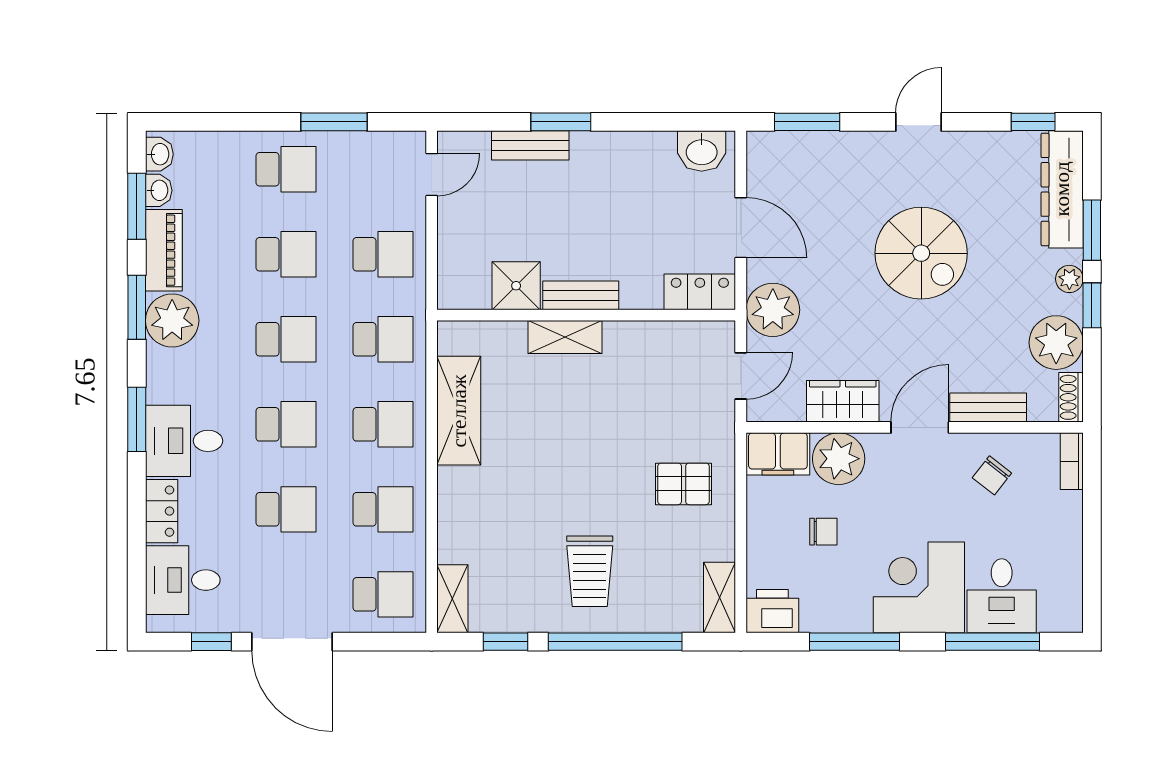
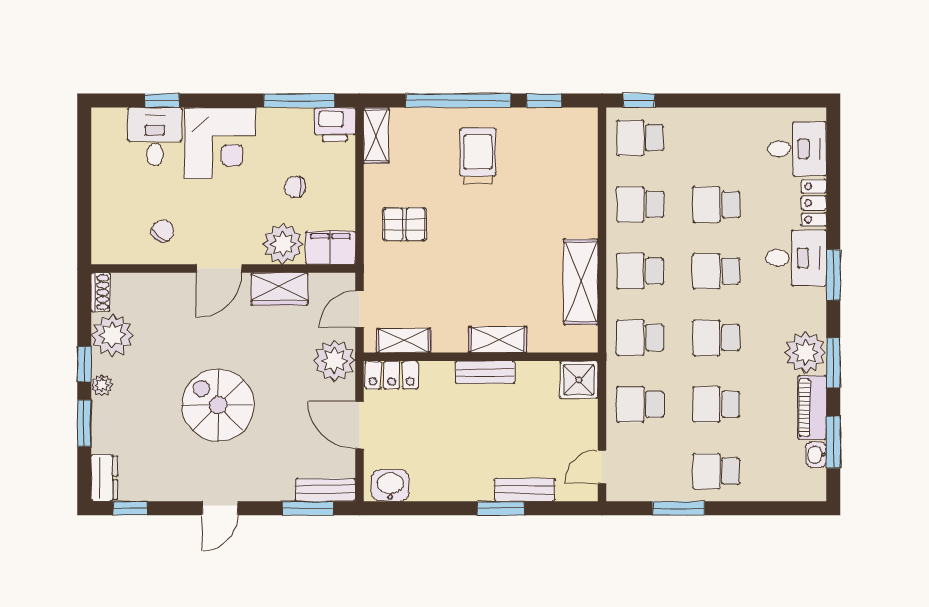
washbasin: (159, 154) -> (816, 483), removed
dresser: (1062, 189) -> (104, 478), width x0.51, depth x0.80
shower: (516, 286) -> (579, 380), moved
bench: (988, 408) -> (325, 490), moved
bookcase: (1072, 461) -> (100, 242), removed
shelving: (452, 599) -> (404, 341), moved, turned 90
window: (211, 642) -> (639, 101), moved
door: (292, 642) -> (712, 101), removed
window: (855, 642) -> (299, 101), moved
window: (992, 642) -> (162, 101), width x0.46

